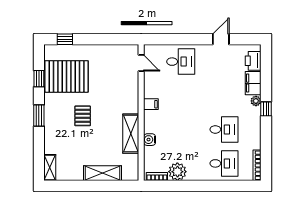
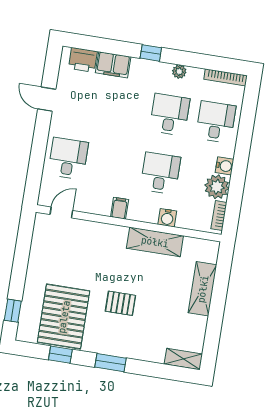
plant: (256, 101) -> (179, 72), moved
desk: (181, 129) -> (160, 173), added
water cooler: (193, 175) -> (224, 166), added

